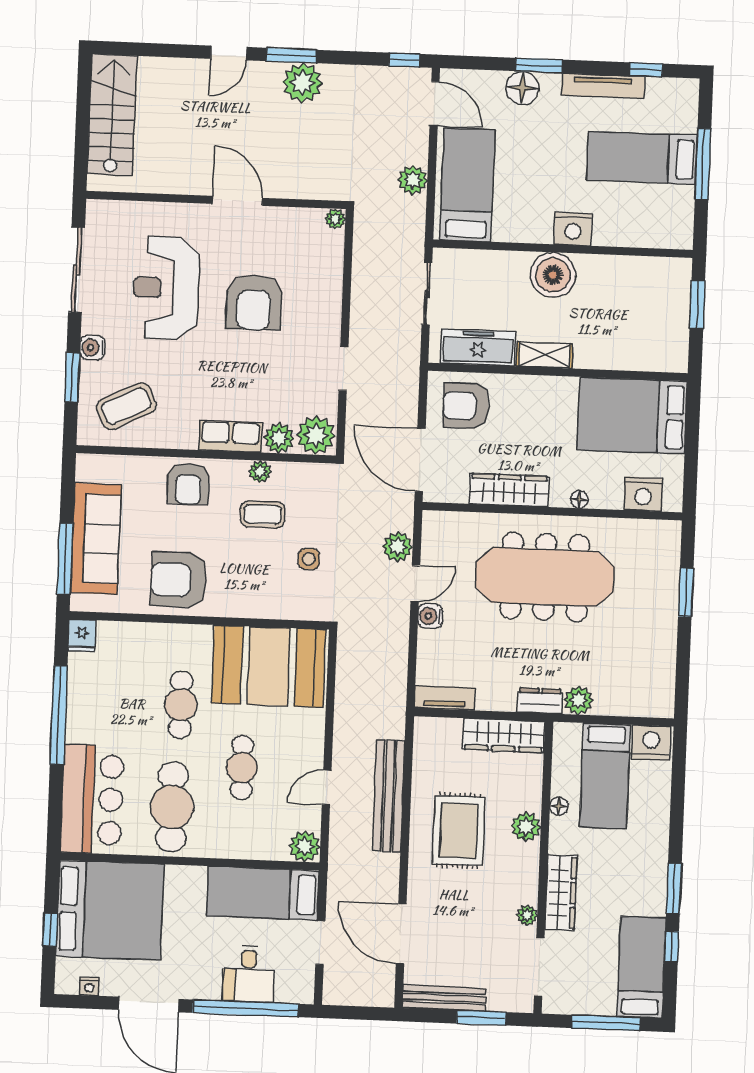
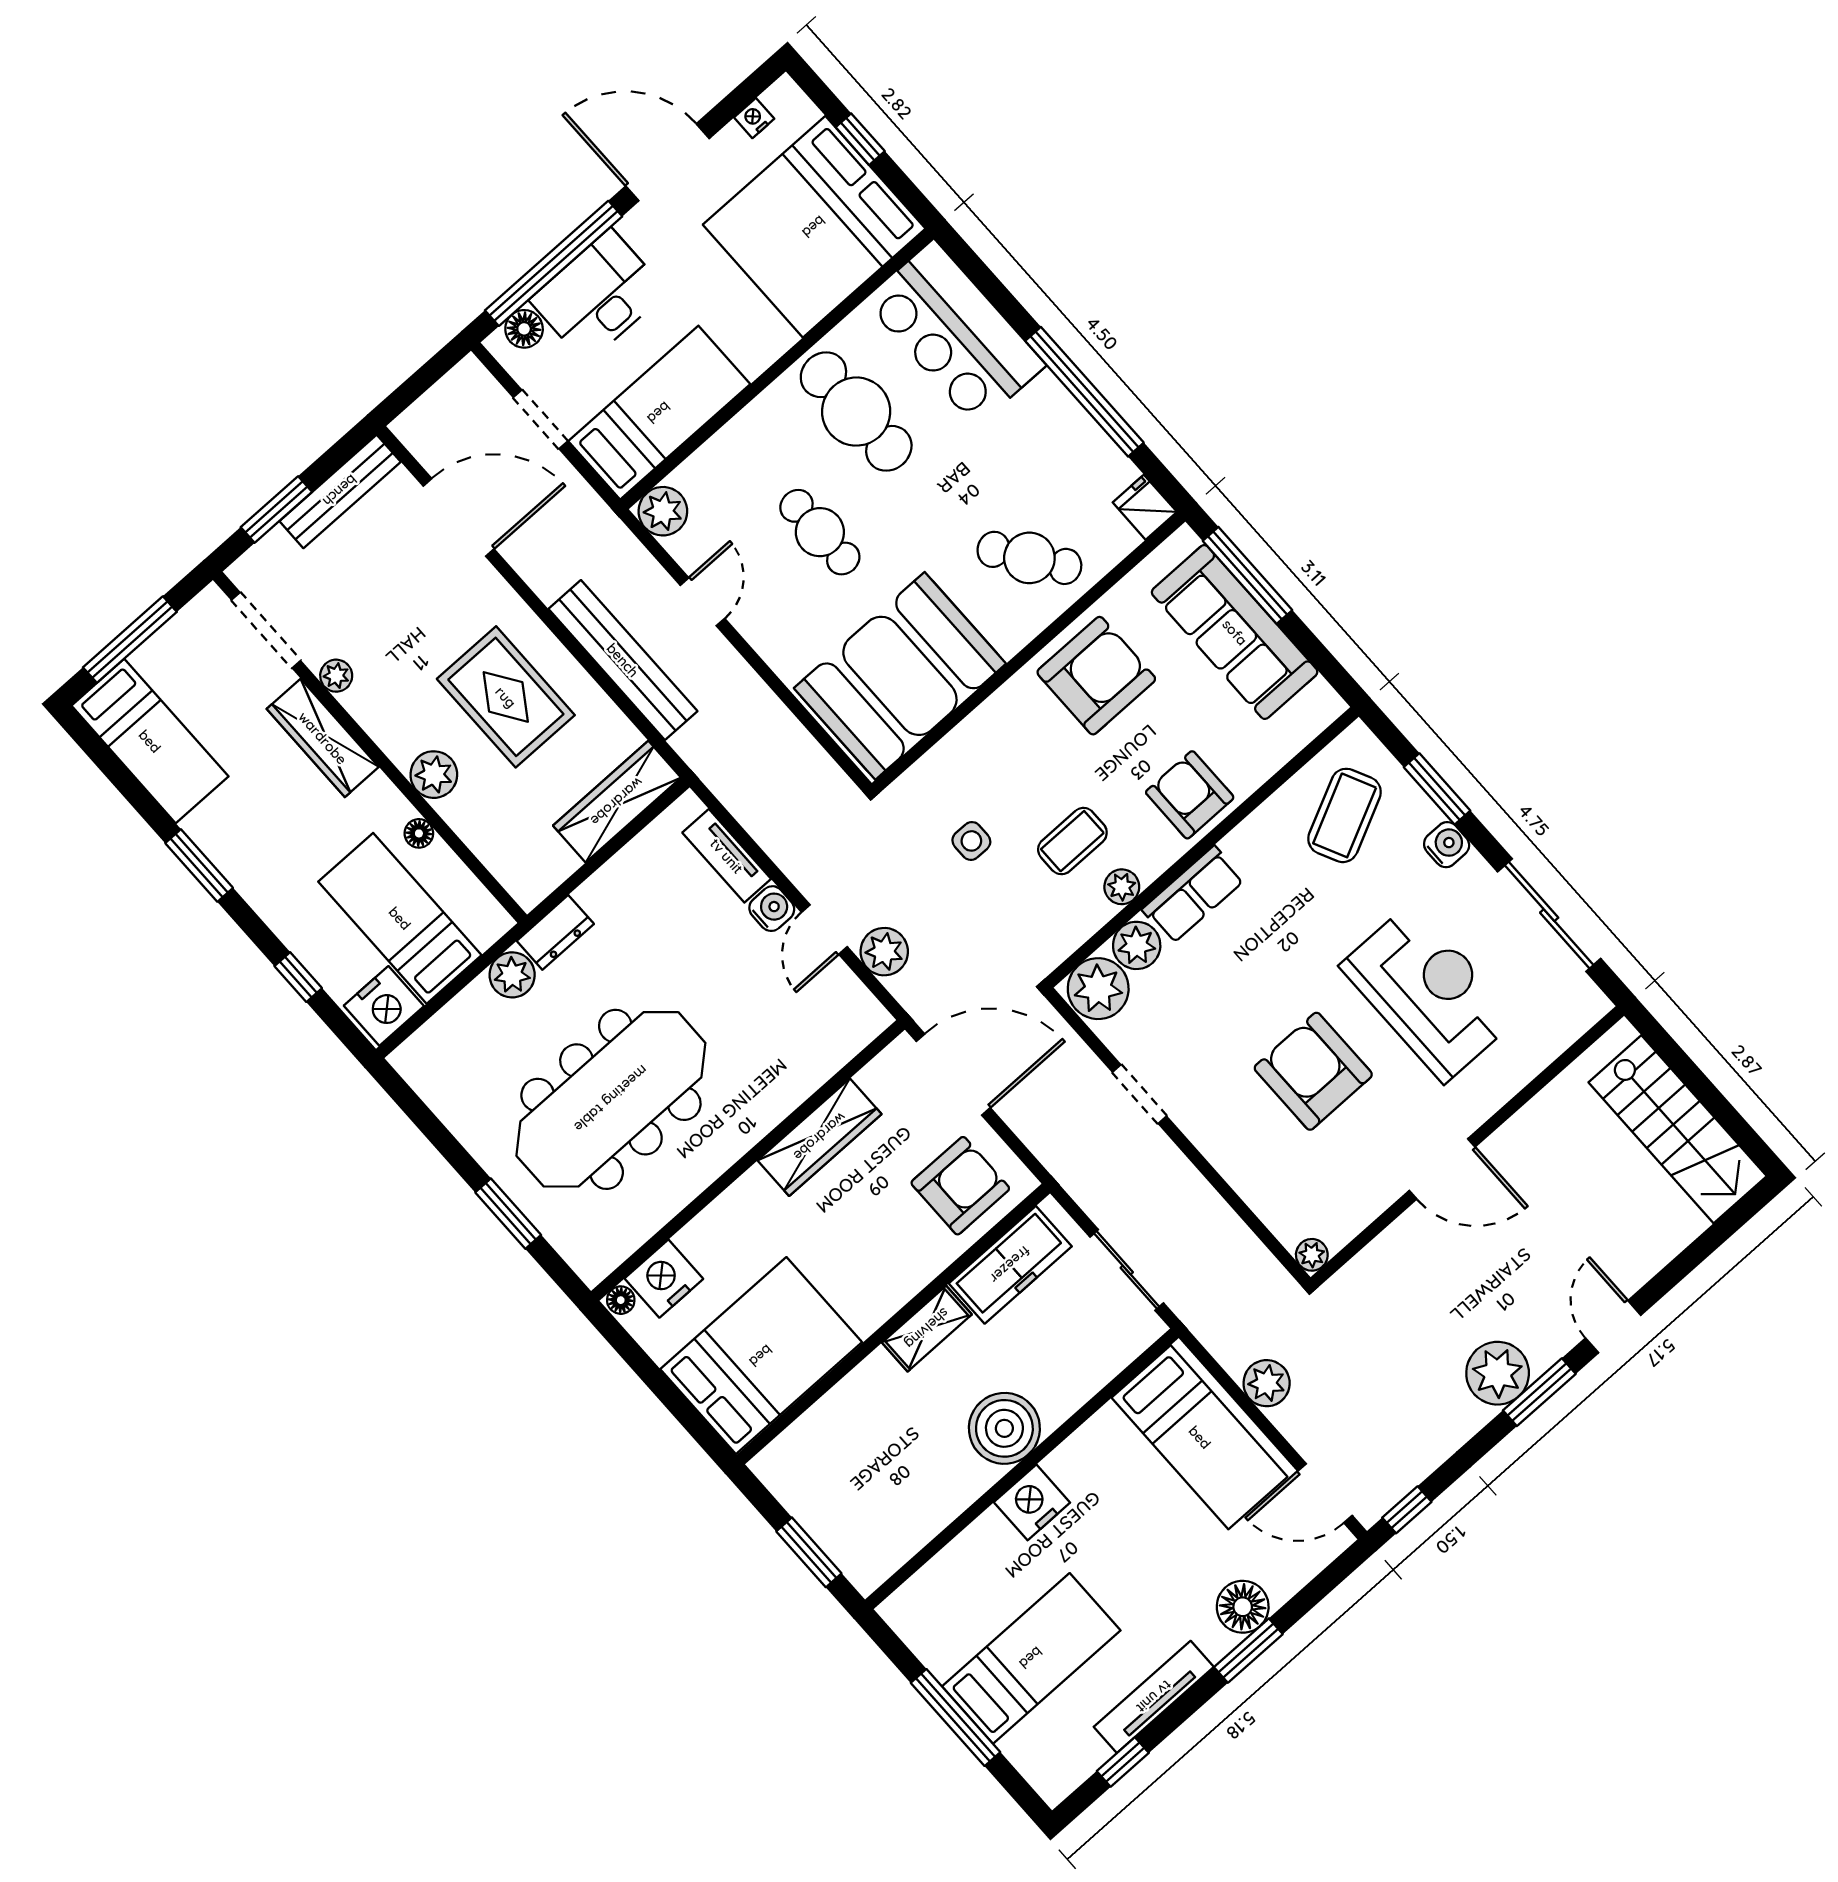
floor lamp: (579, 499) -> (621, 1300), moved
meeting table: (545, 577) -> (611, 1099), moved
tv unit: (445, 698) -> (727, 856), moved, turned 90
cafe table: (181, 705) -> (1029, 558), moved, turned -35
wardrobe: (504, 735) -> (617, 802), moved
window: (672, 947) -> (298, 977), moved
desk: (249, 974) -> (598, 296), width x1.37
floor lamp: (288, 991) -> (524, 329), added

